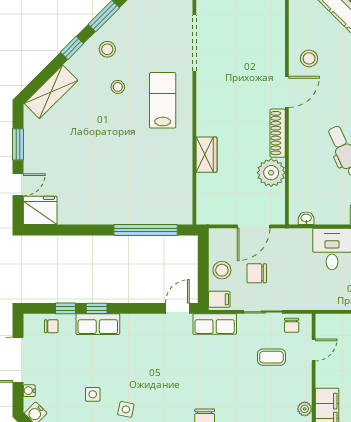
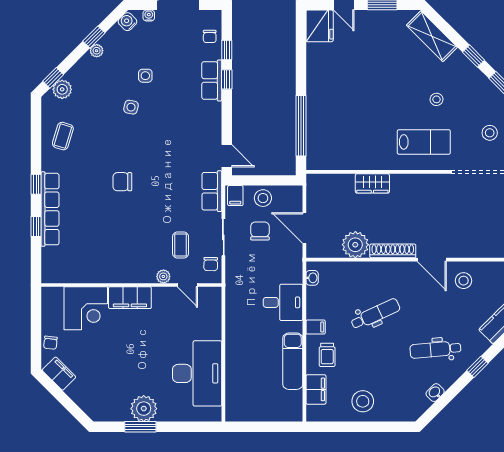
stool: (107, 49) -> (490, 133), moved
chair: (292, 325) -> (211, 264), turned -89
plant: (305, 409) -> (163, 276), moved

